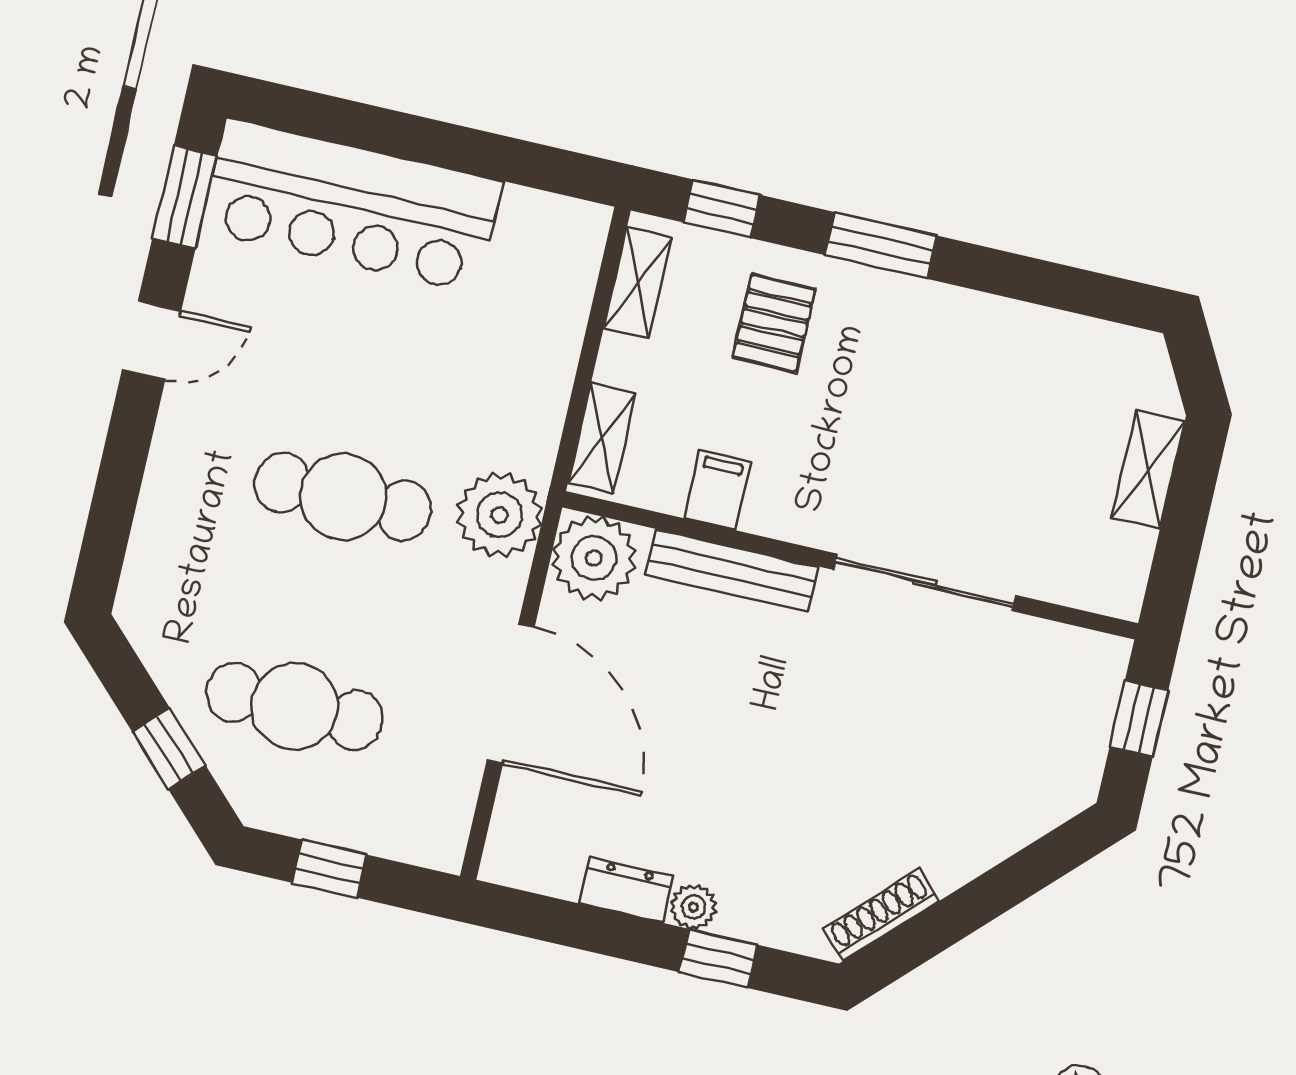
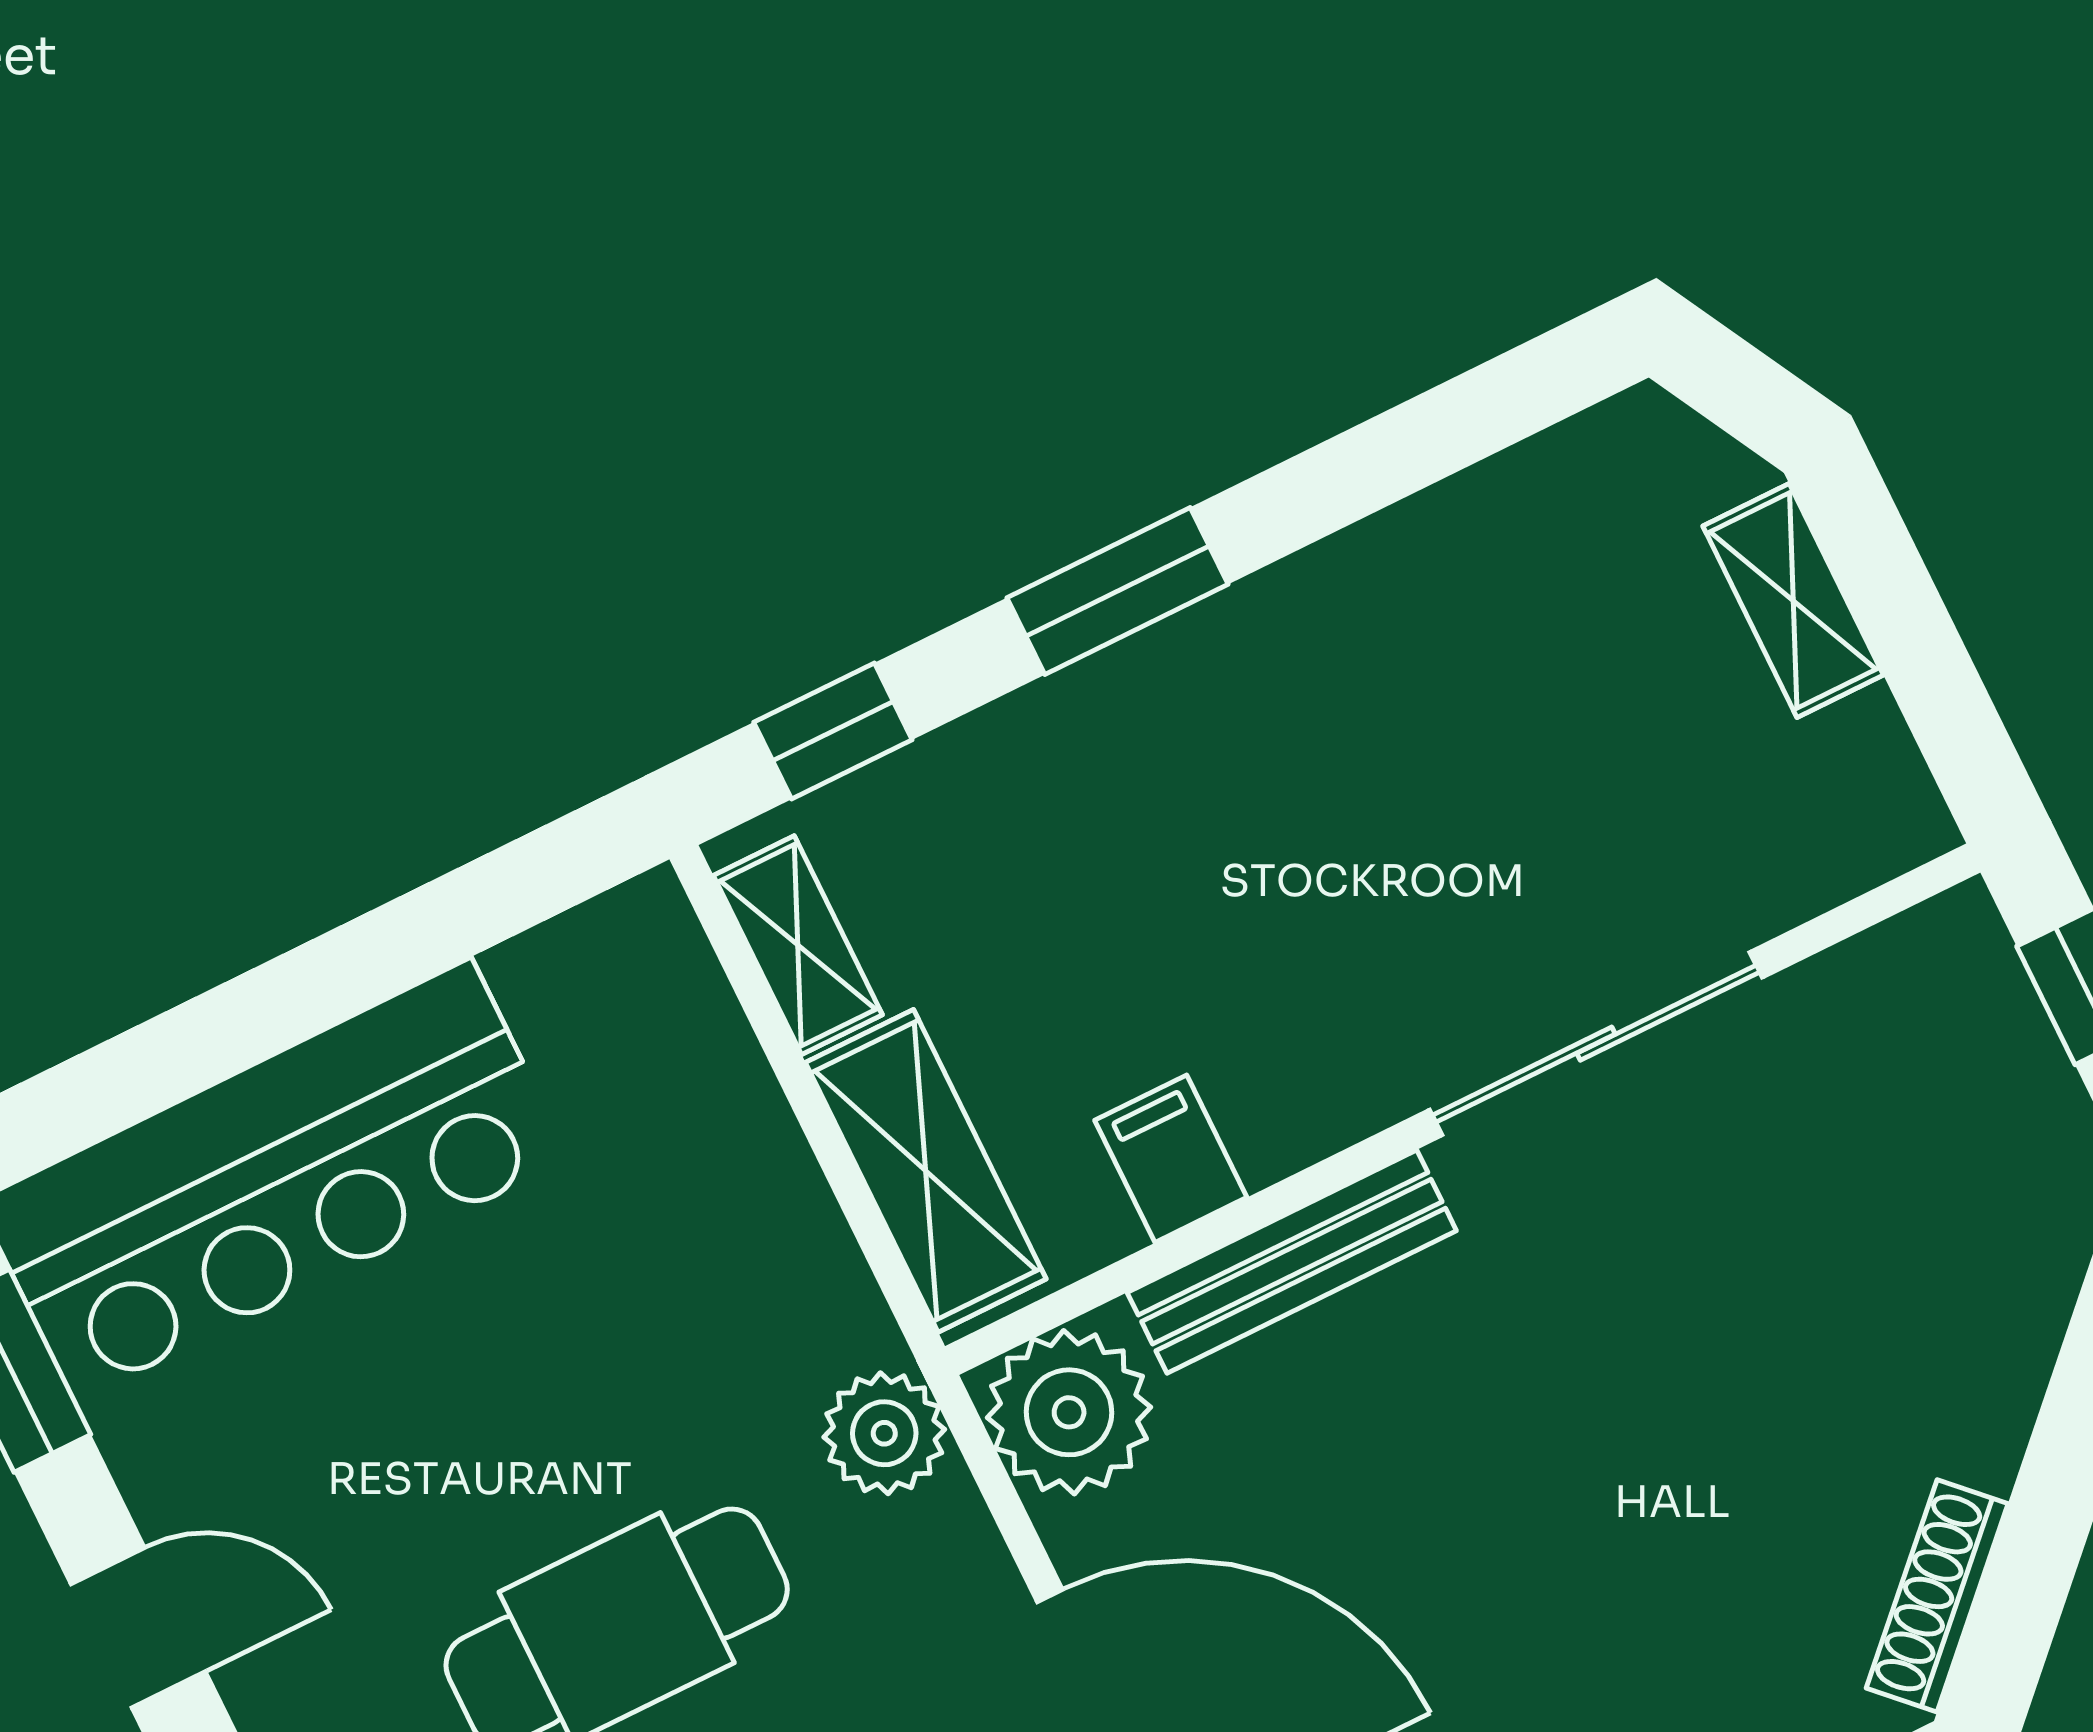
pallet: (774, 323) -> (1052, 839), removed
door: (152, 341) -> (138, 1628), hinge flipped
shelving: (602, 438) -> (926, 1171), width x1.50, depth x1.33
plant: (500, 515) -> (884, 1433), width x0.73, depth x0.73

